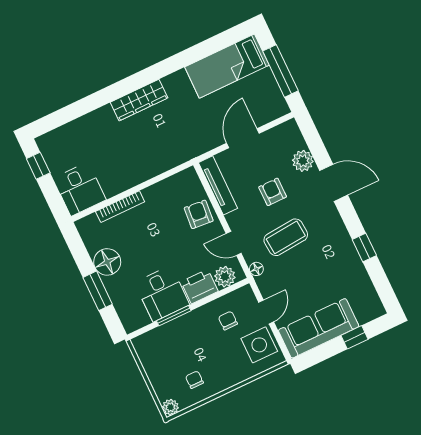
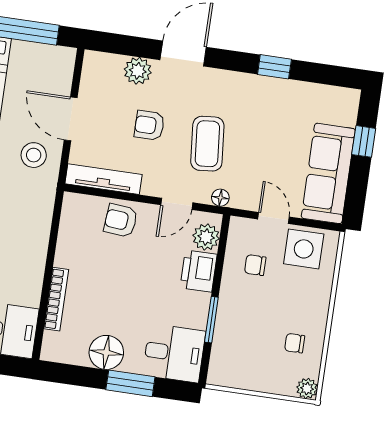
stool: (203, 130) -> (34, 155), added
desk: (162, 294) -> (174, 353), moved

